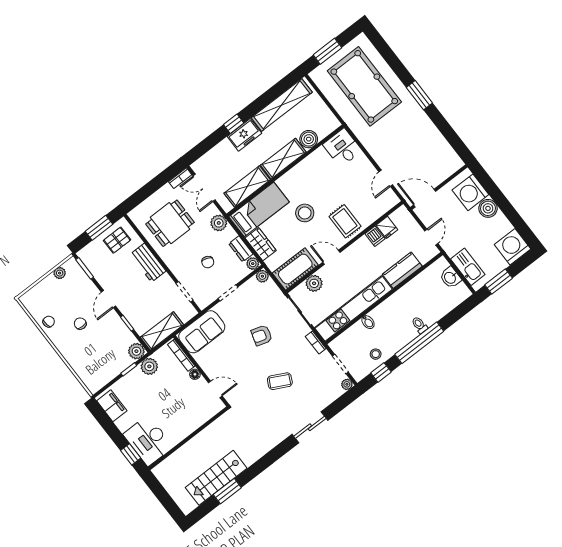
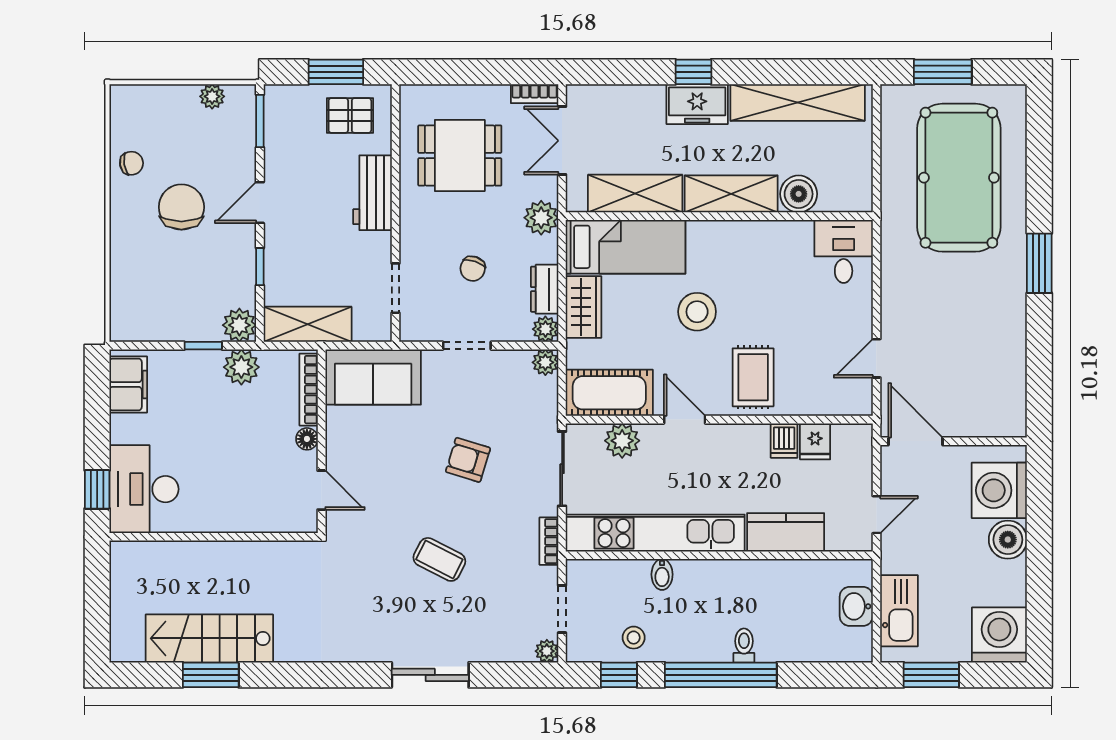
chair: (80, 324) -> (181, 207), width x1.87, depth x1.87

